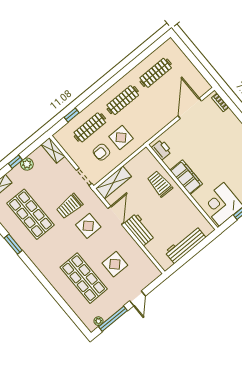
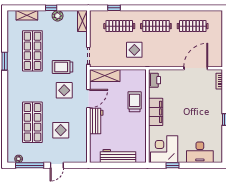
armchair: (101, 152) -> (113, 49), removed

